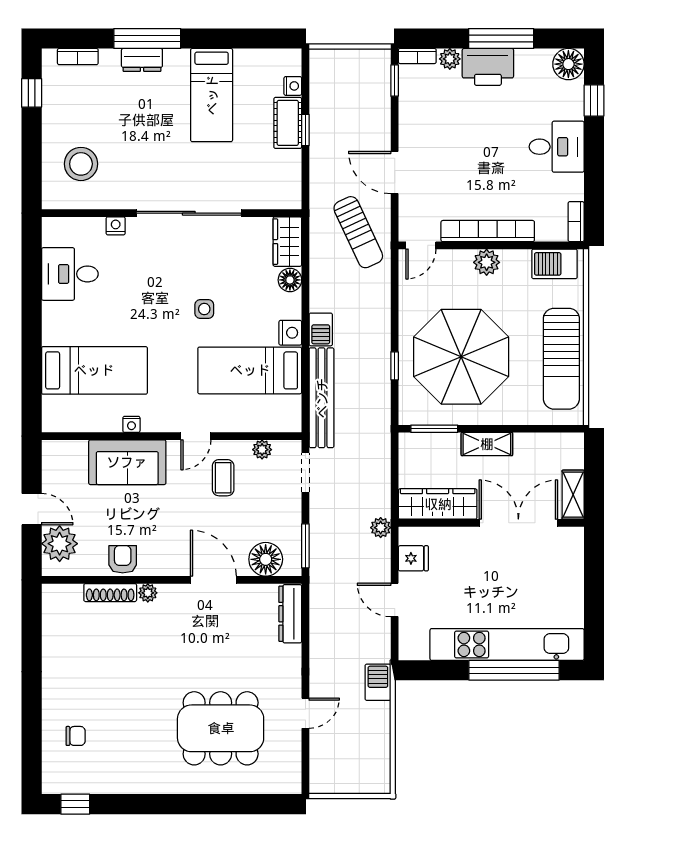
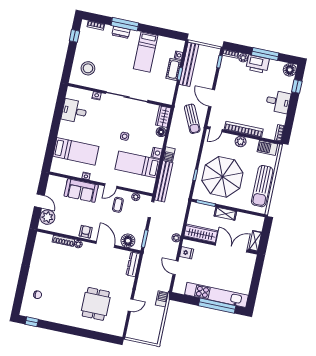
bench: (322, 102) -> (189, 64), added
armchair: (123, 559) -> (86, 232), moved
dining table: (221, 728) -> (96, 304), width x0.73

